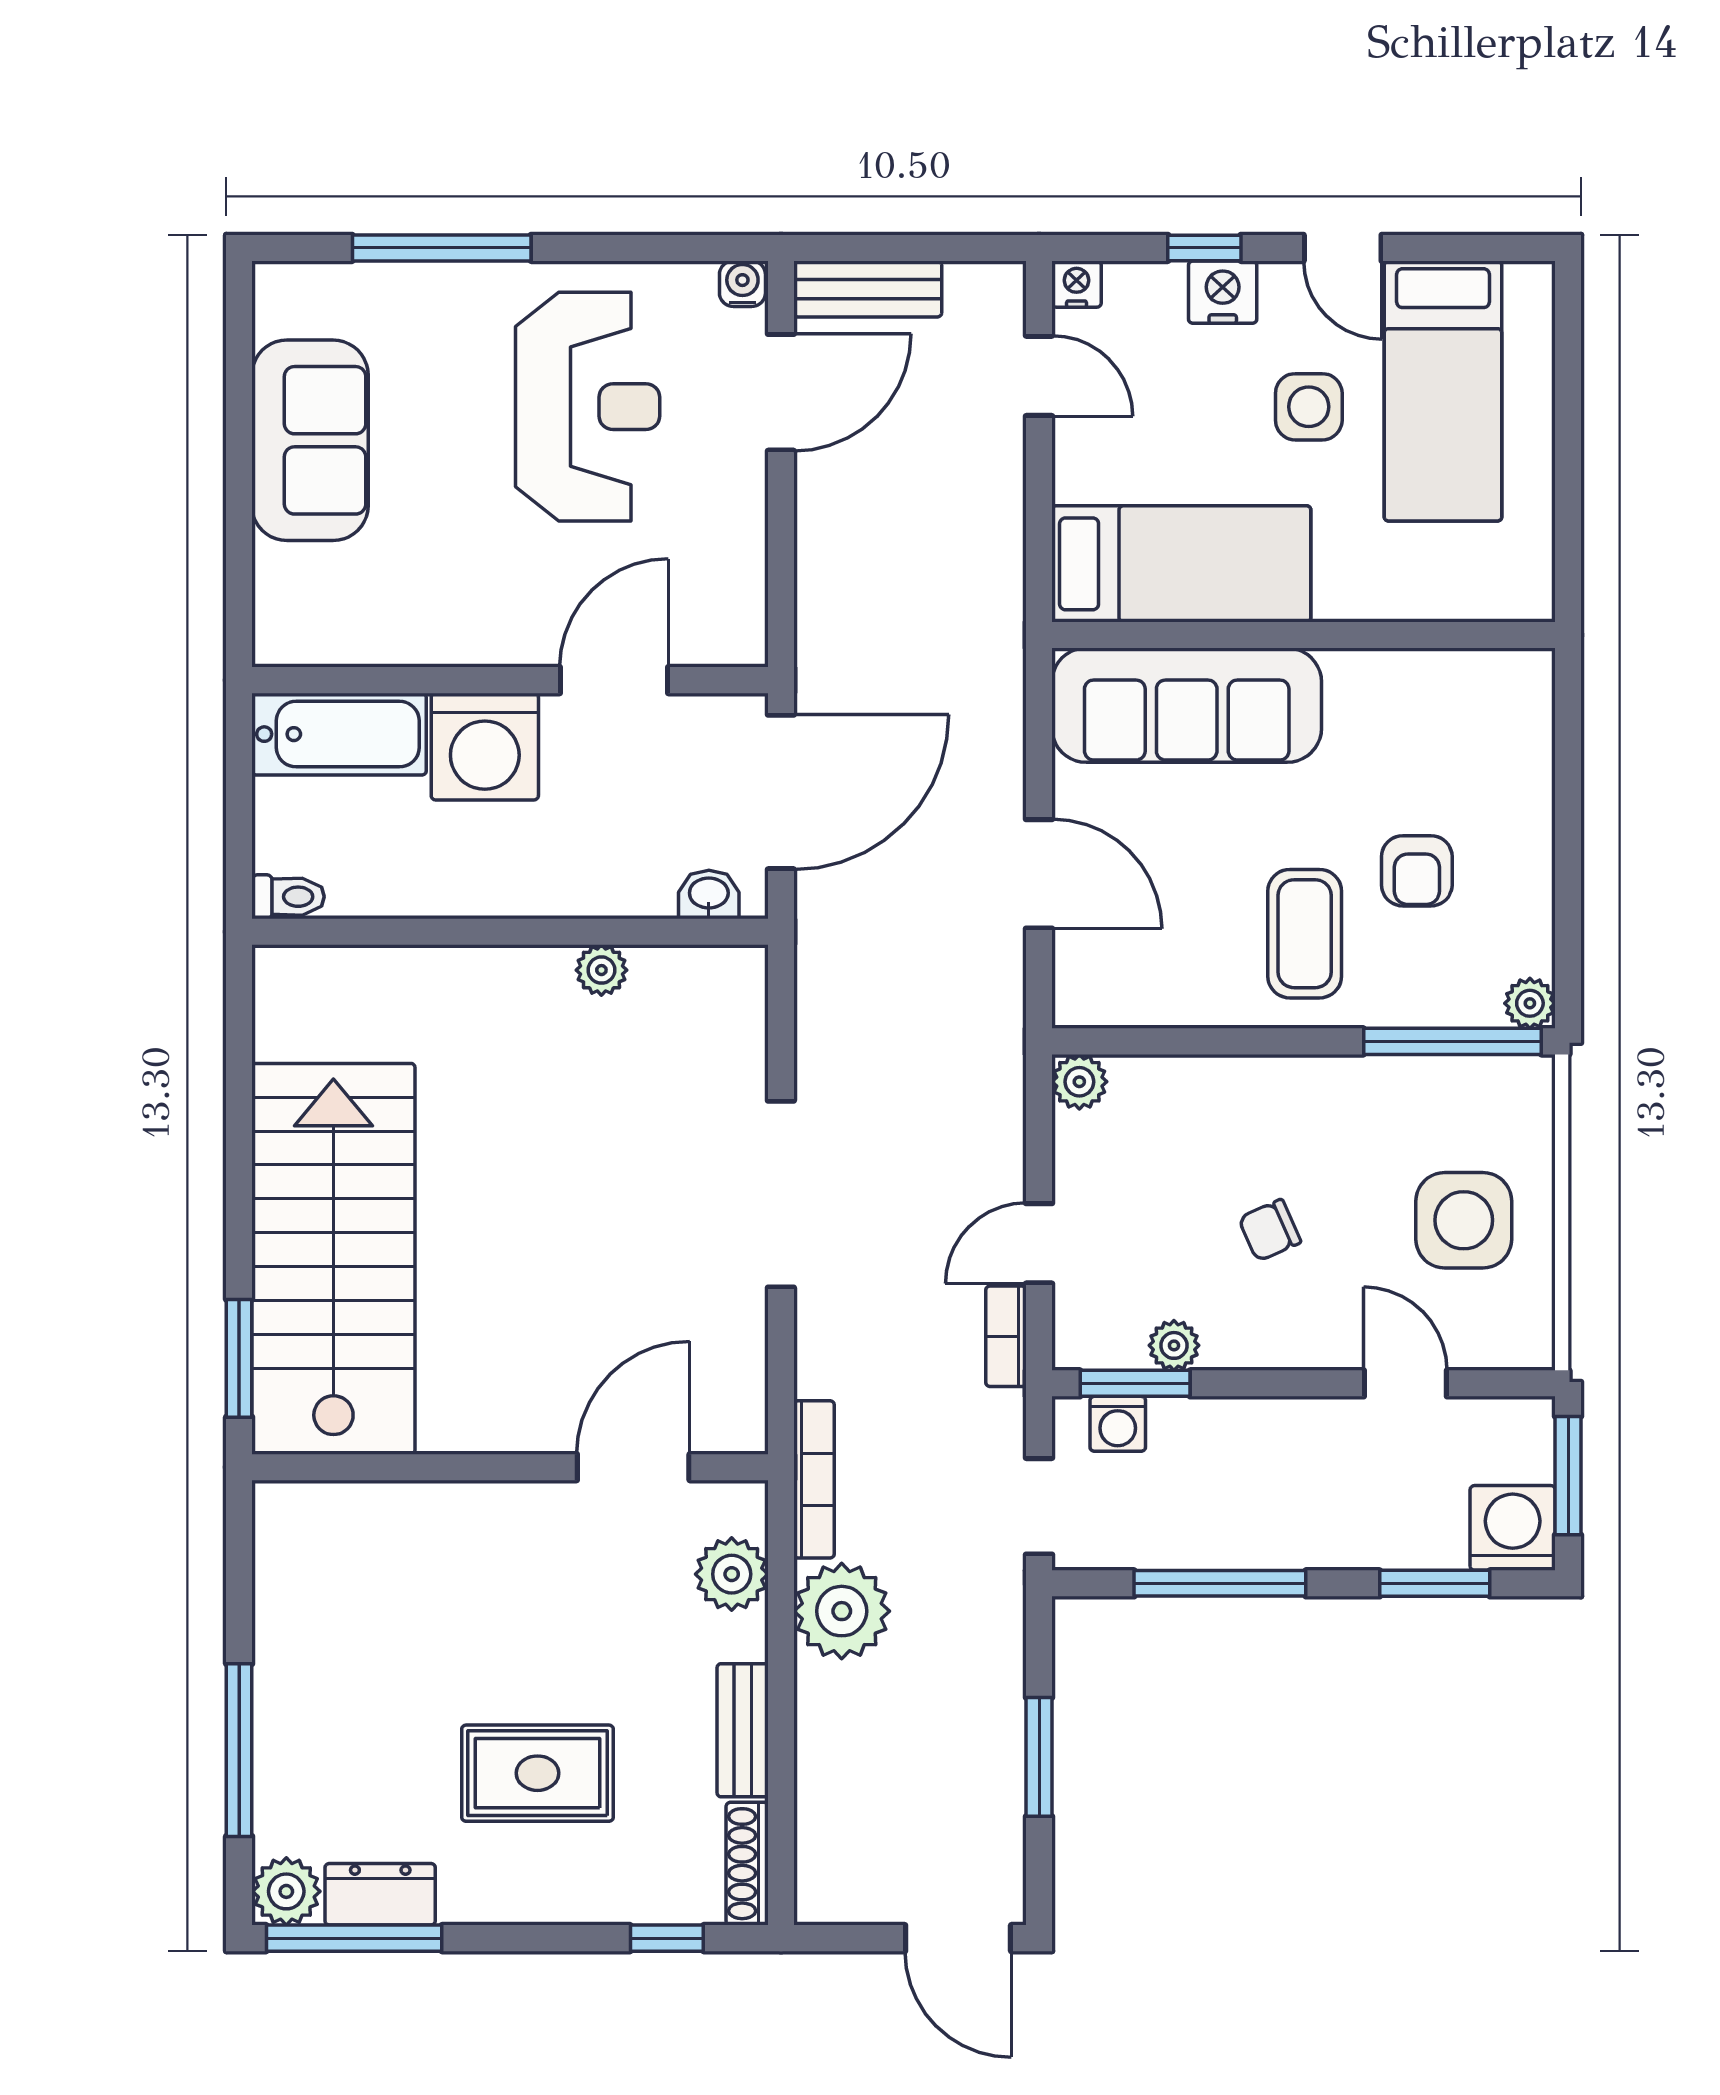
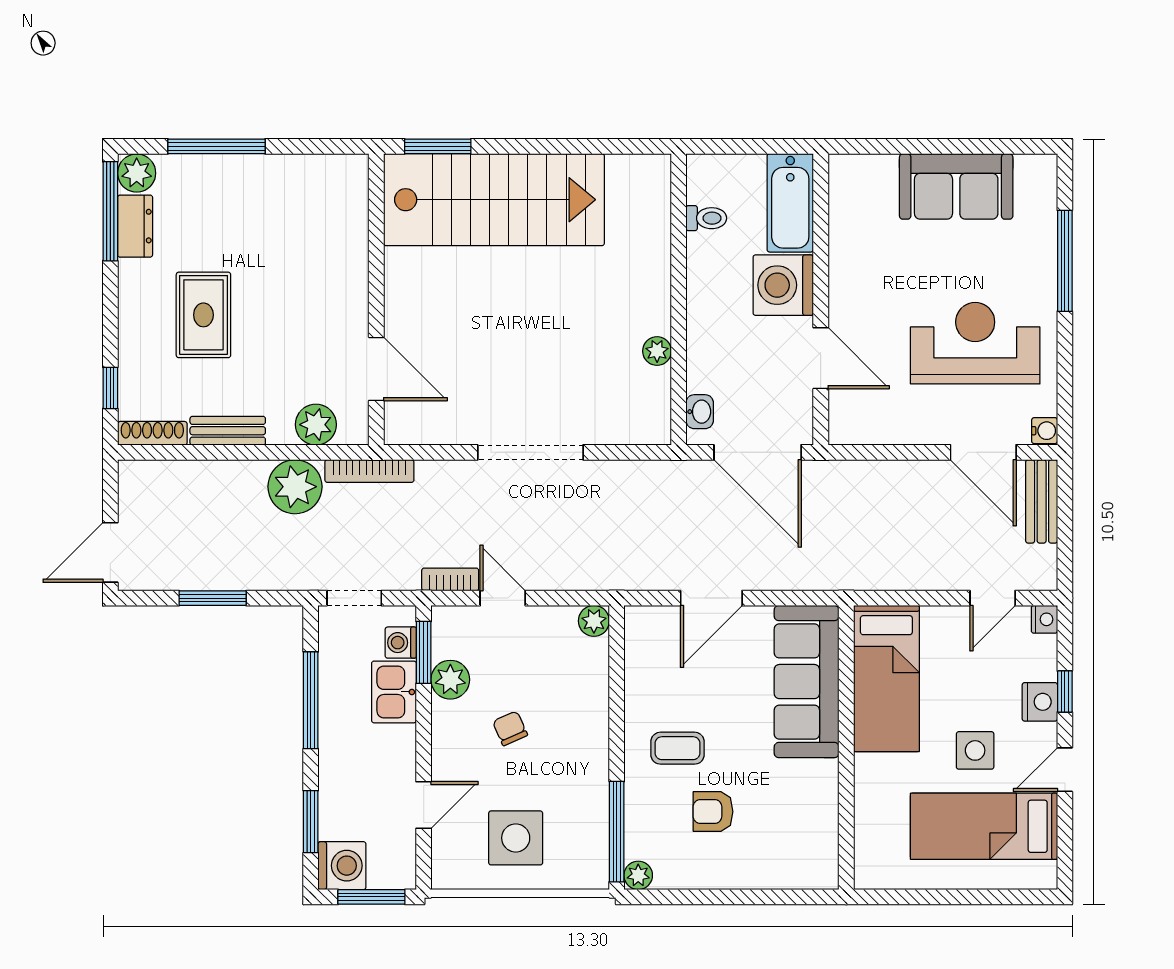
reception desk: (588, 407) -> (975, 343), turned 180
toilet: (288, 897) -> (706, 218), moved, turned -90
coffee table: (1305, 934) -> (678, 748), width x0.73, depth x0.77
plant: (1174, 1345) -> (450, 680), width x1.38, depth x1.38
kitchen sink: (1205, 1436) -> (394, 692), added

